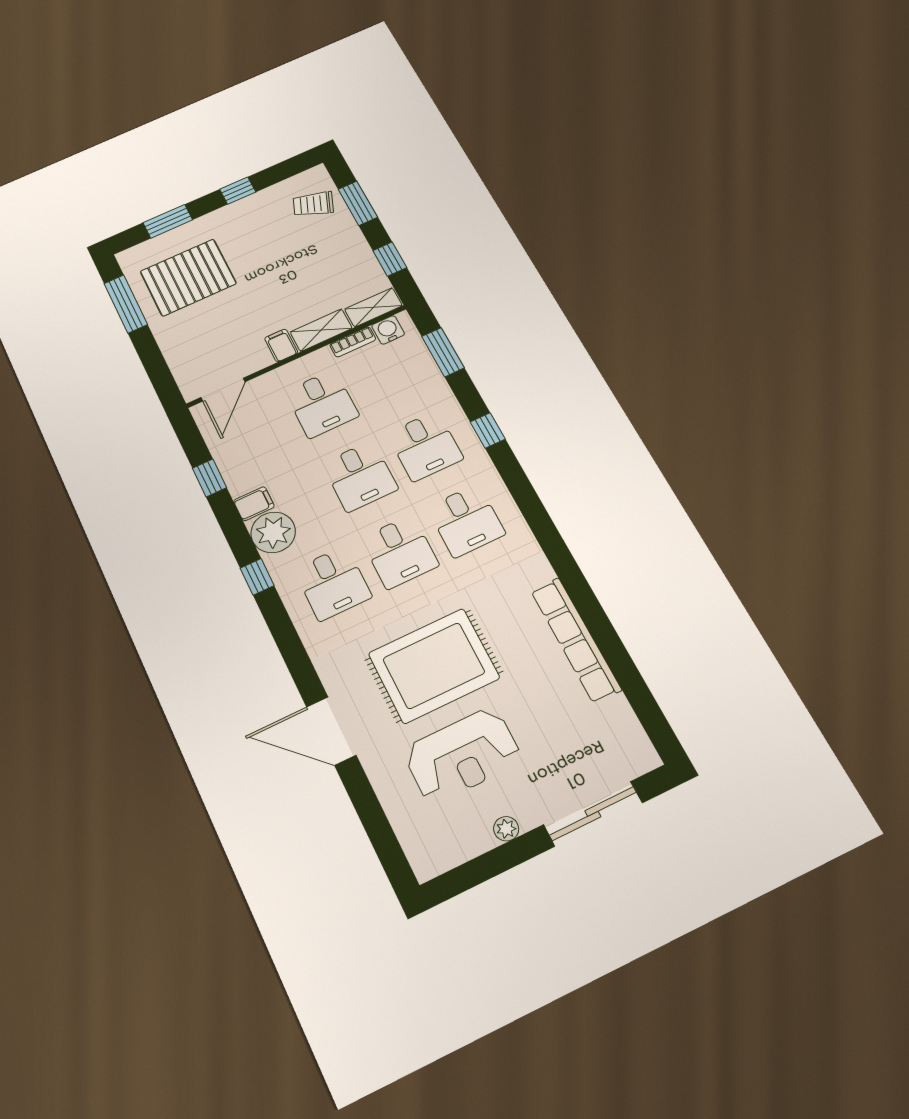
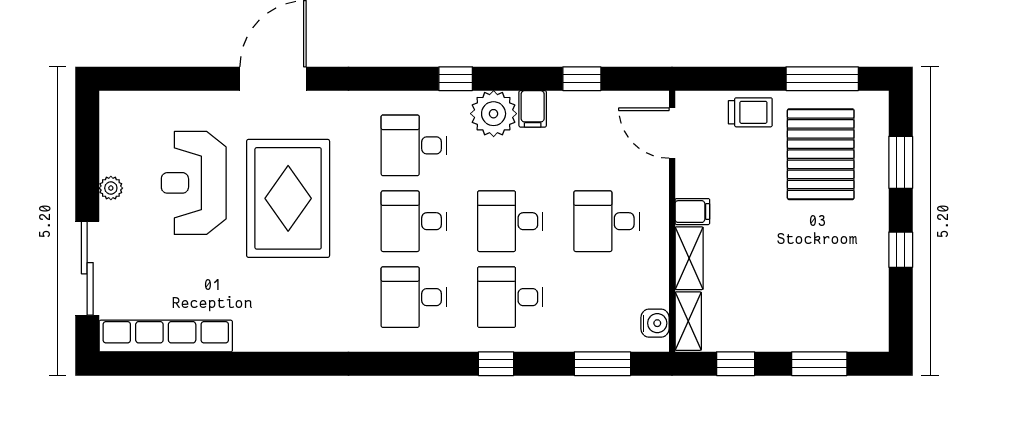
trolley: (313, 204) -> (750, 112), moved, turned 70
bookcase: (353, 342) -> (659, 283), removed
row of seats: (576, 640) -> (166, 336), moved

